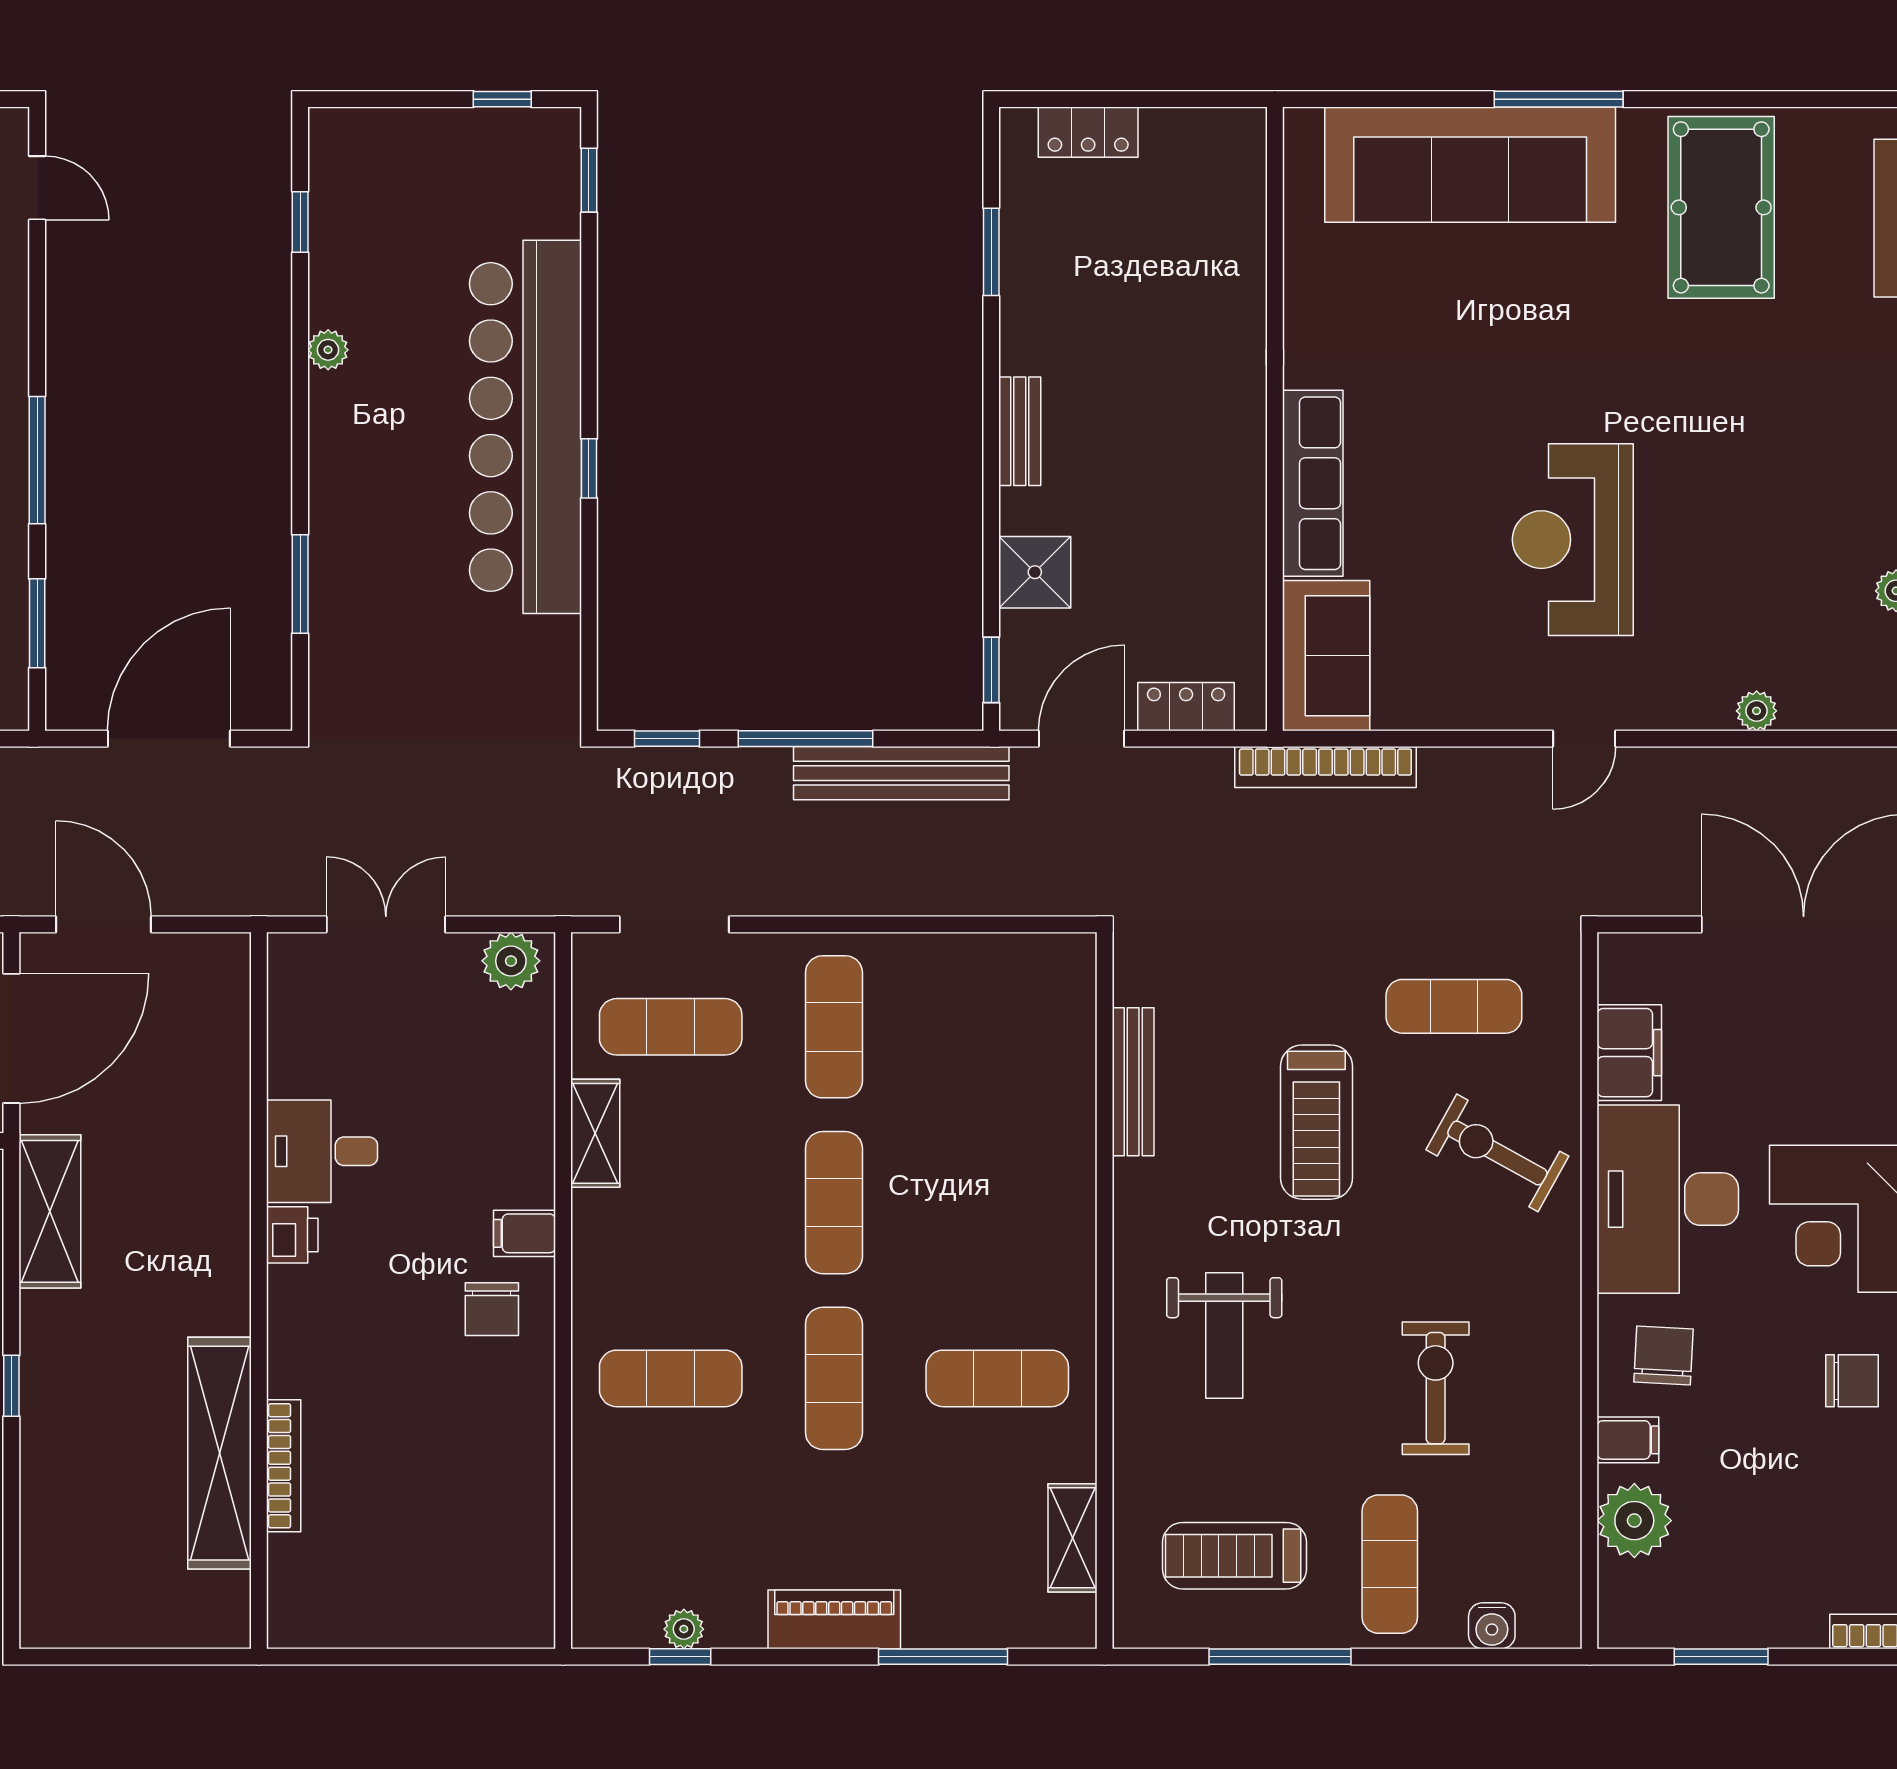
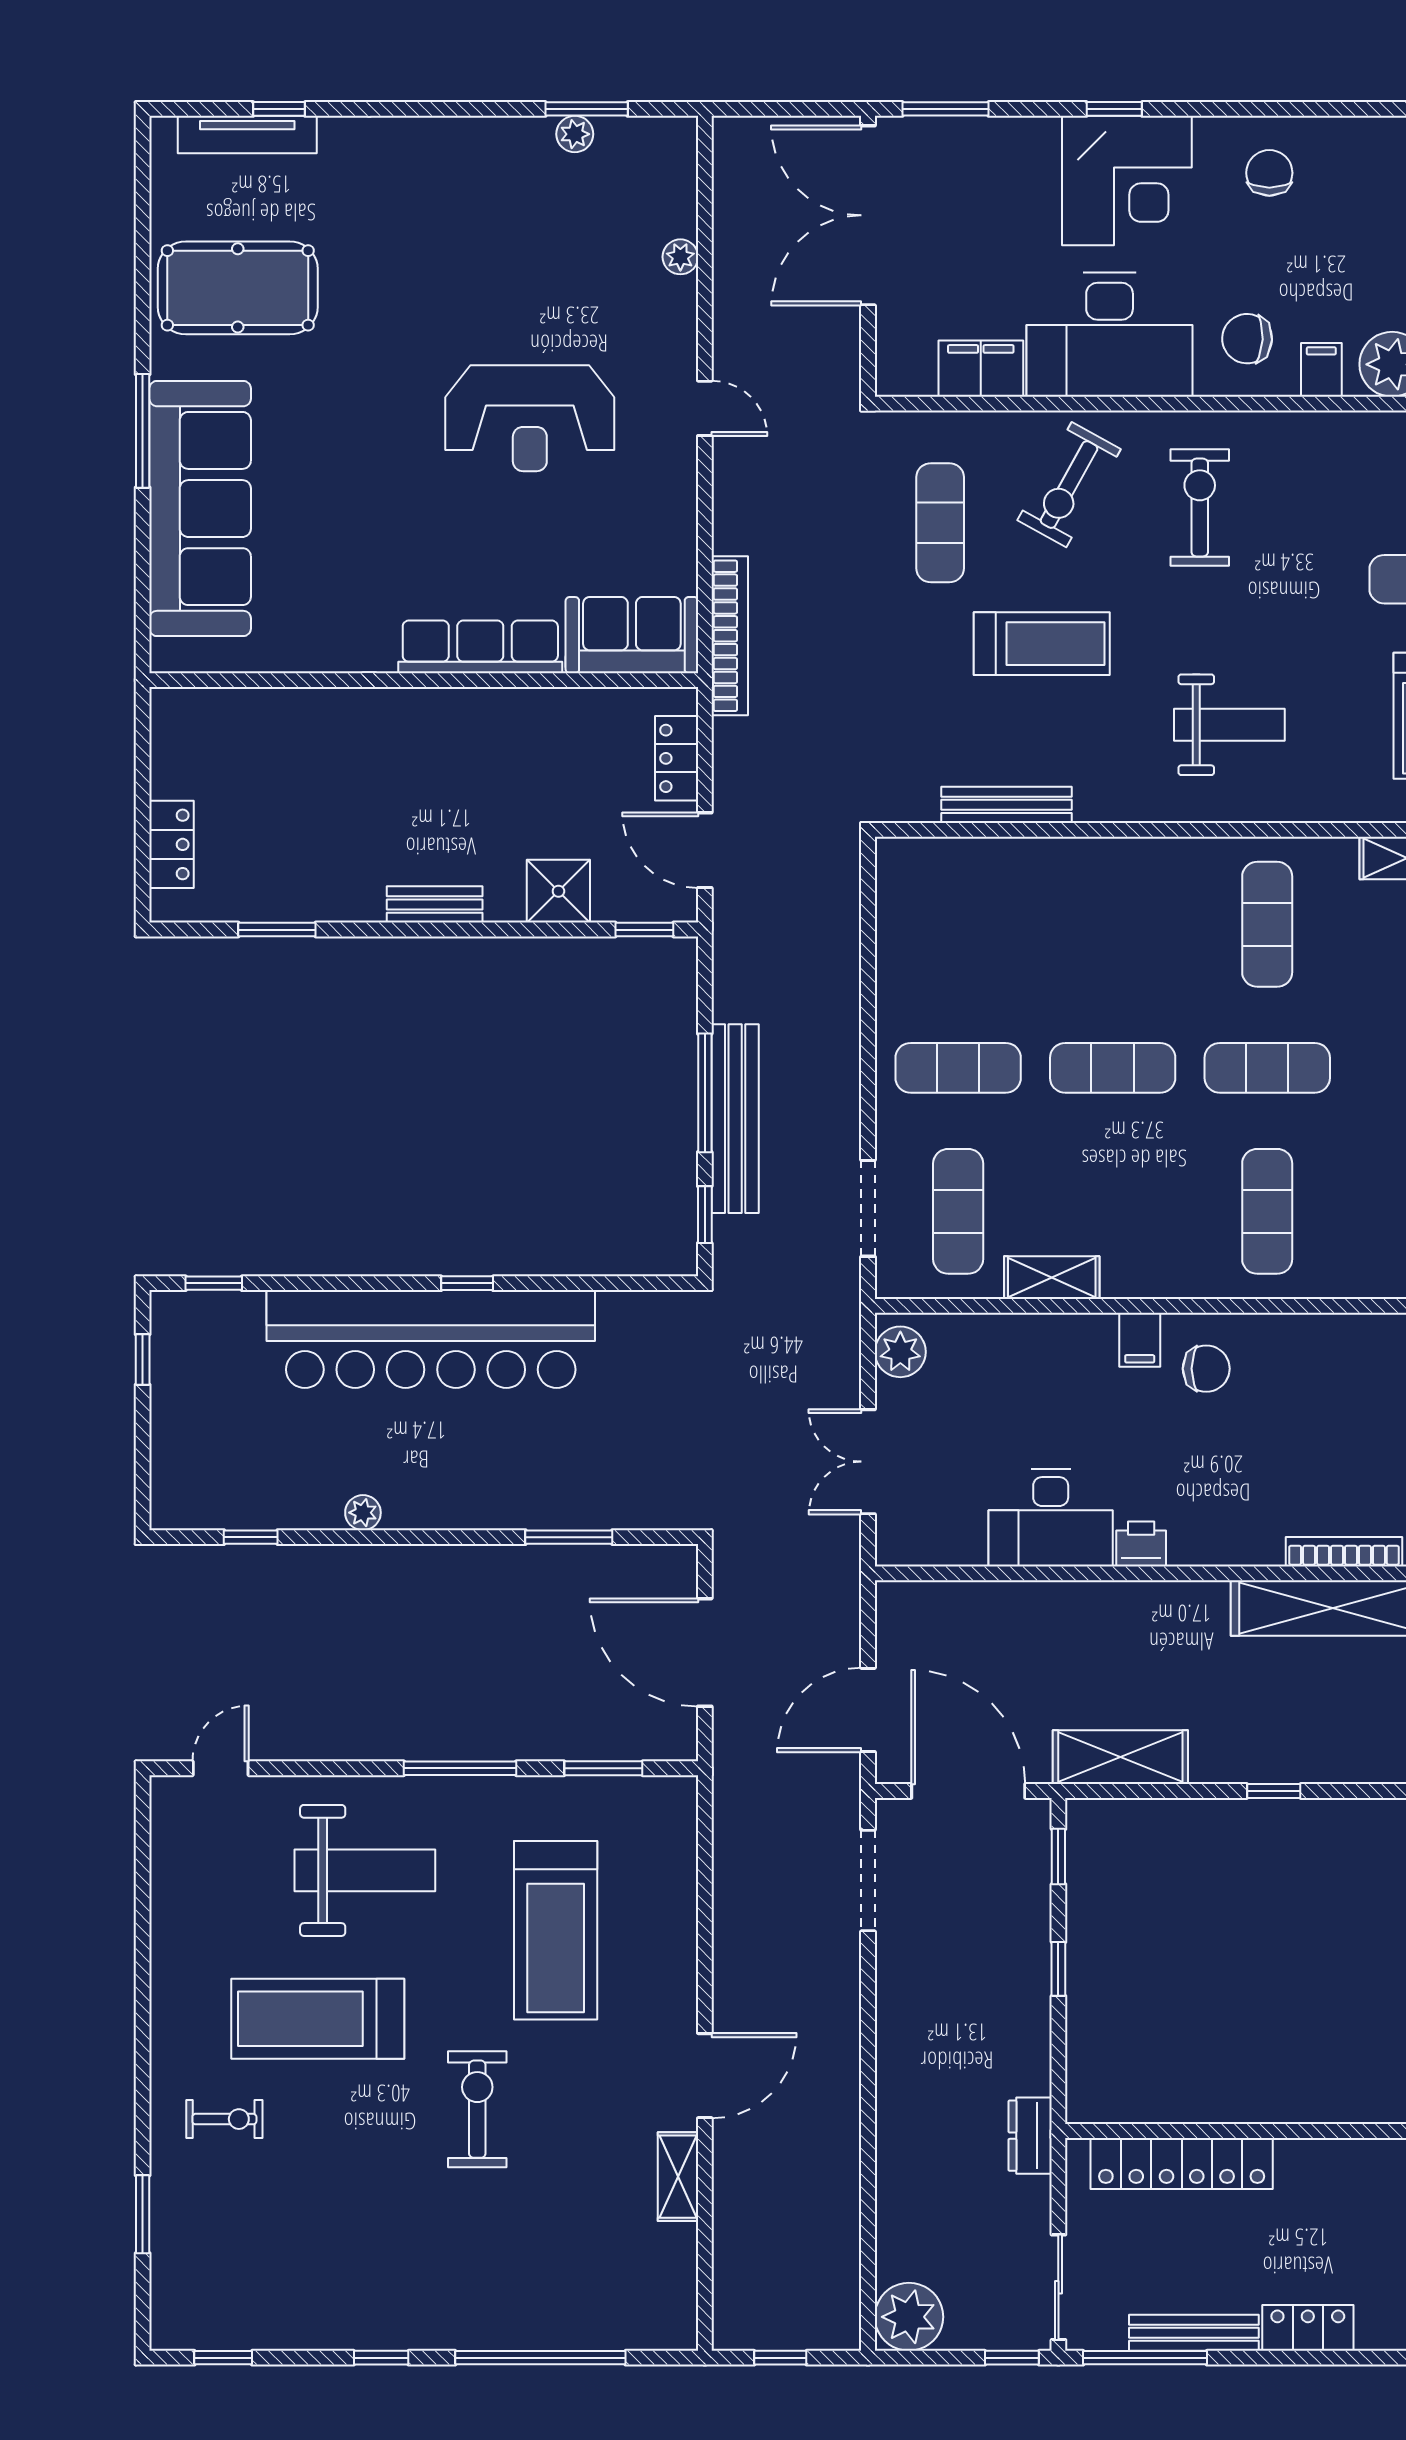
bench: (901, 773) -> (735, 1119), moved
desk: (322, 1151) -> (1051, 1518), width x1.37
exercise bike: (1436, 1388) -> (1200, 507), moved, turned 90

